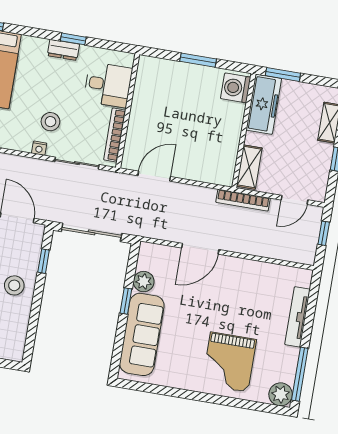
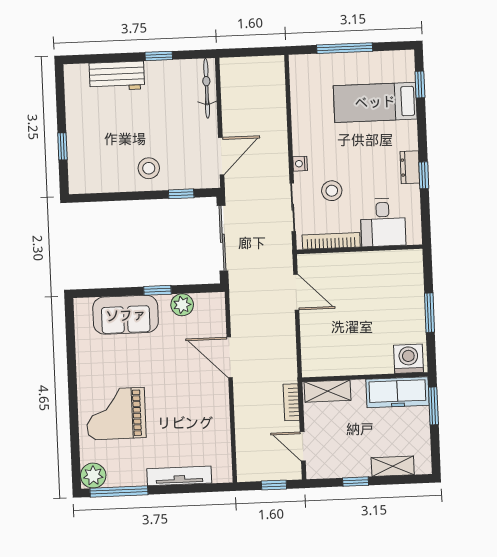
stool: (50, 122) -> (332, 191), moved
bookcase: (243, 200) -> (291, 402), width x0.64
sofa: (142, 334) -> (126, 315), width x0.73

